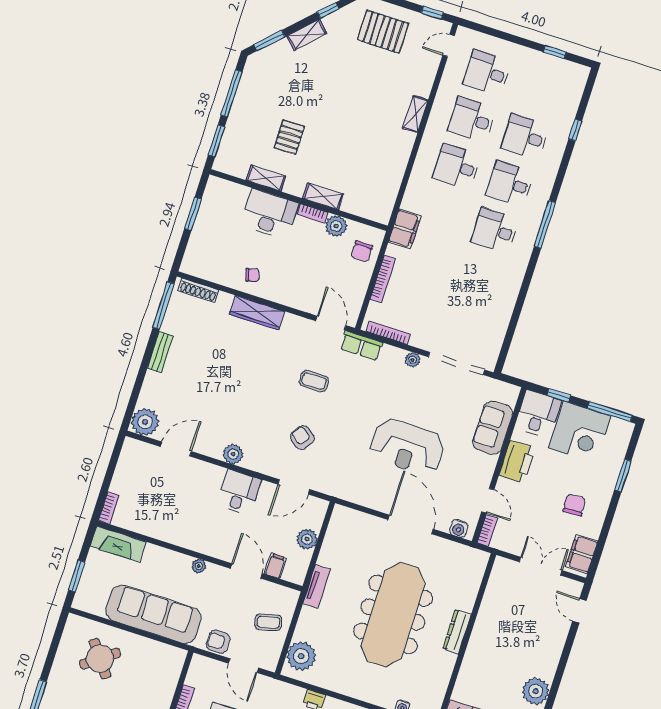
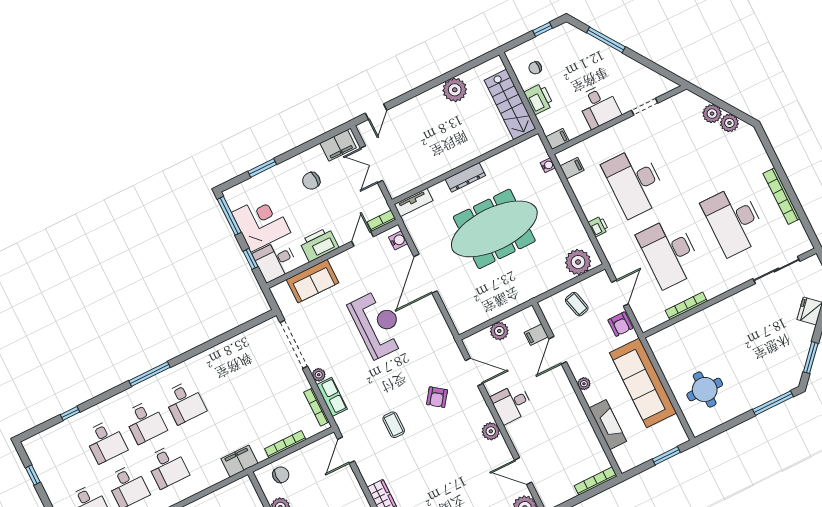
row of seats: (361, 346) -> (332, 397), moved
bookcase: (109, 508) -> (596, 481), width x1.56
fireplace: (118, 544) -> (608, 425), moved
tv unit: (317, 586) -> (414, 202), moved, turned 180
round table: (100, 659) -> (705, 390), turned 37

